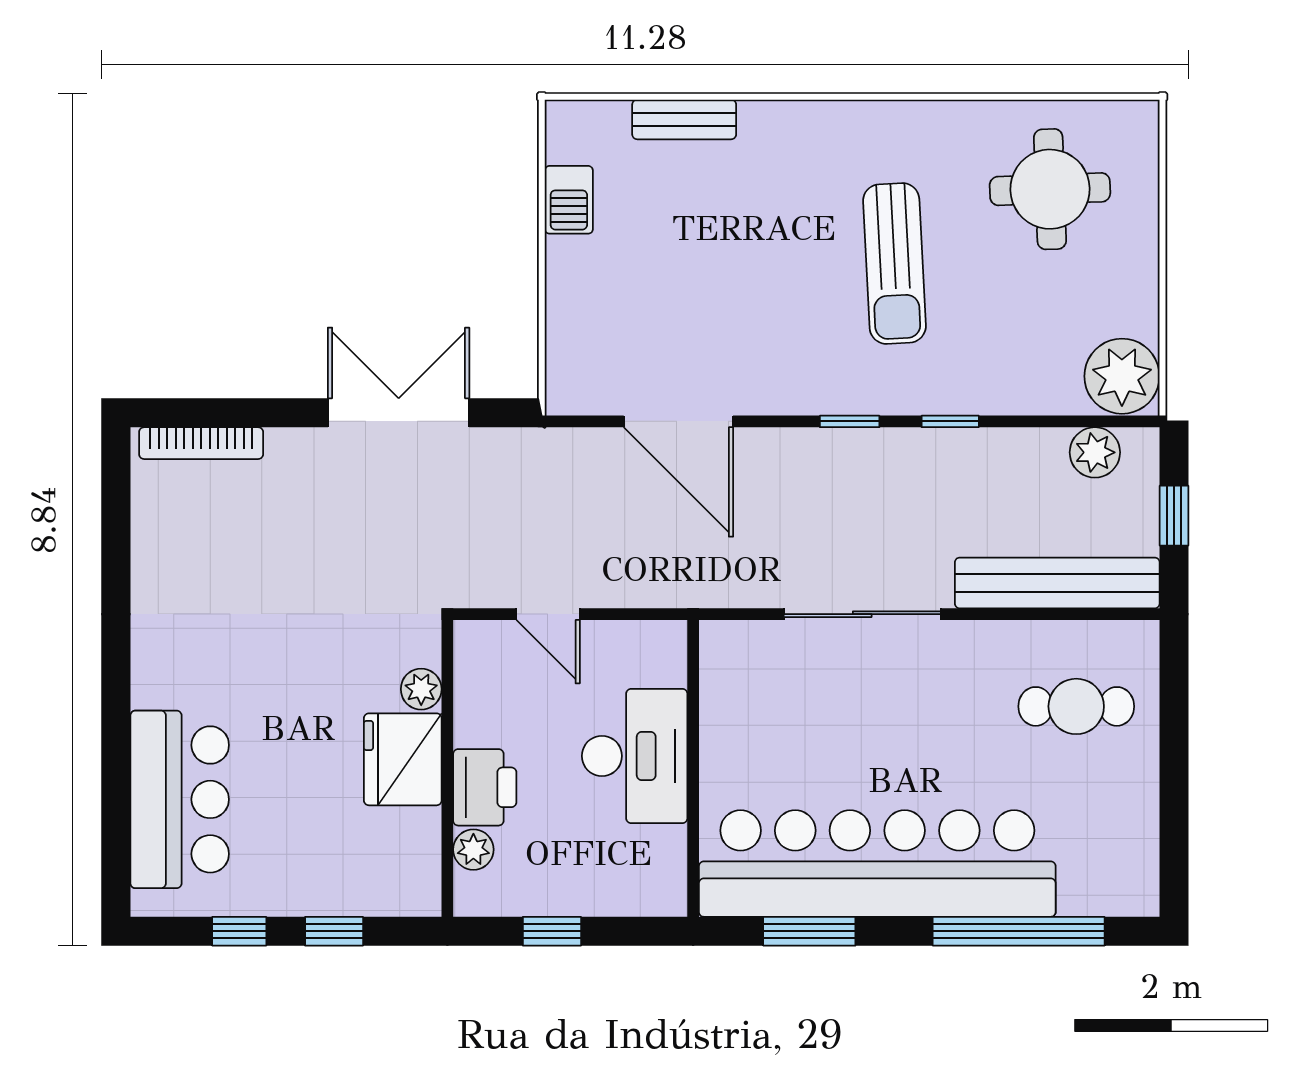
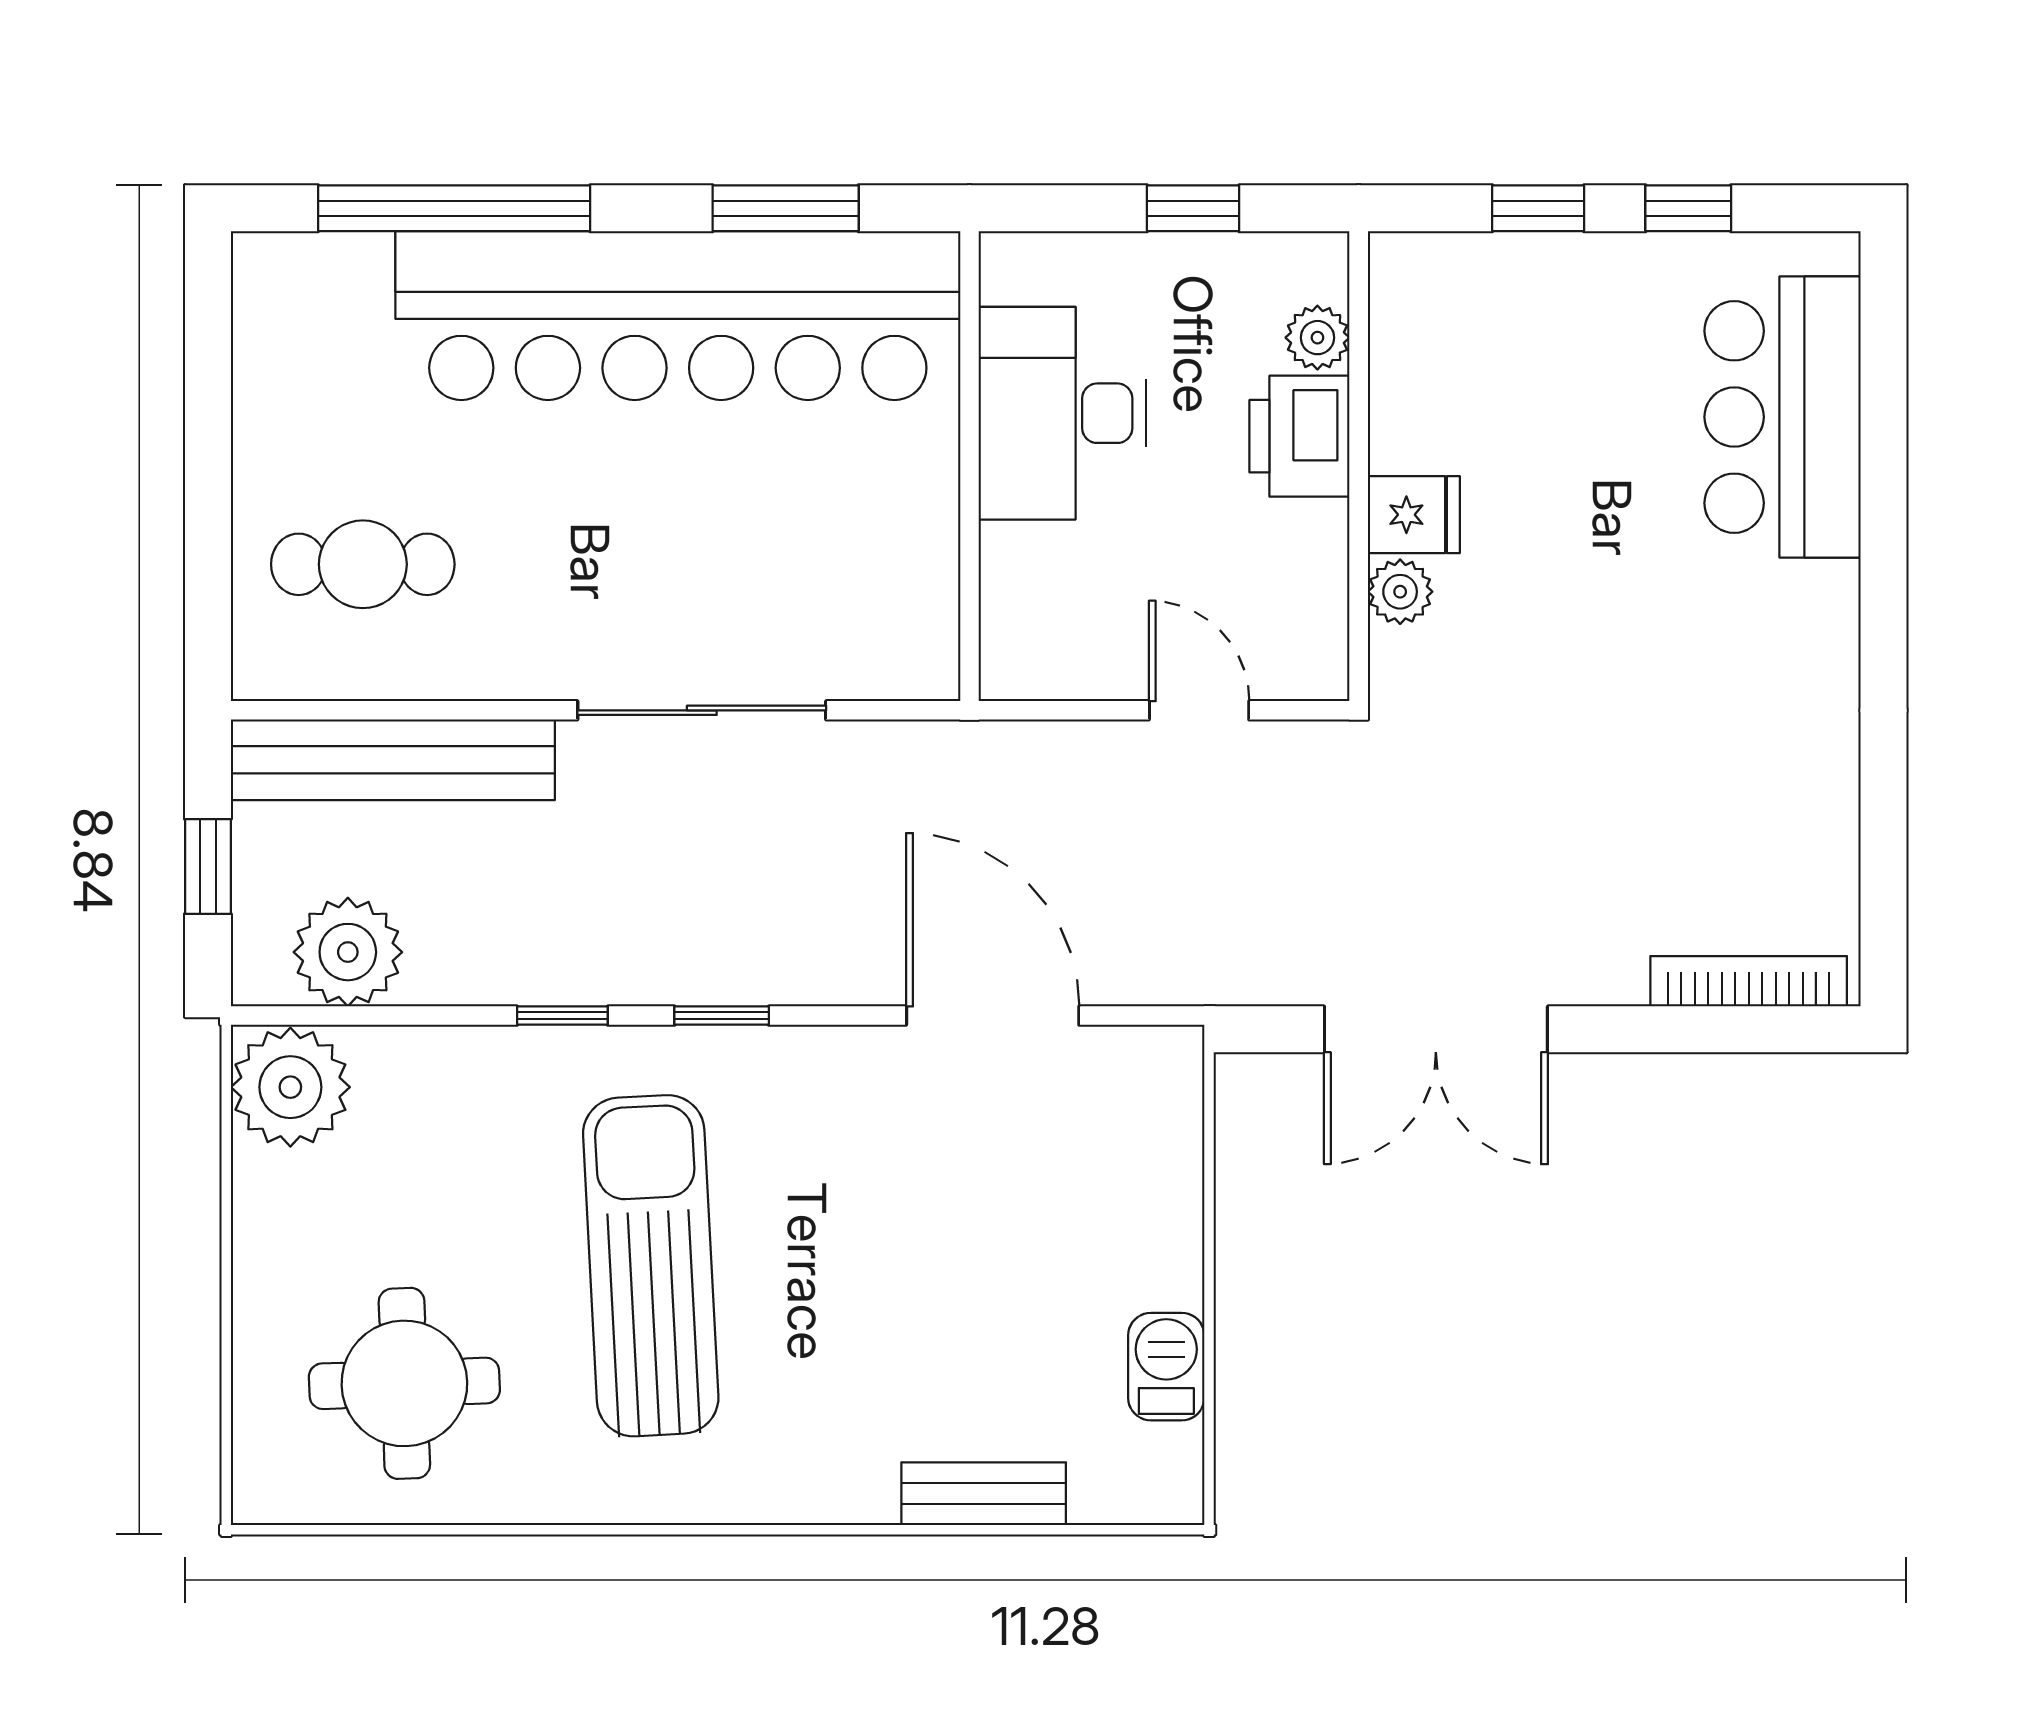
sun lounger: (894, 263) -> (651, 1266), width x1.36, depth x1.34
plant: (1095, 452) -> (348, 952), width x1.36, depth x1.36
desk: (635, 756) -> (1062, 413), moved
fridge: (403, 759) -> (1414, 515), width x0.53, depth x0.75

